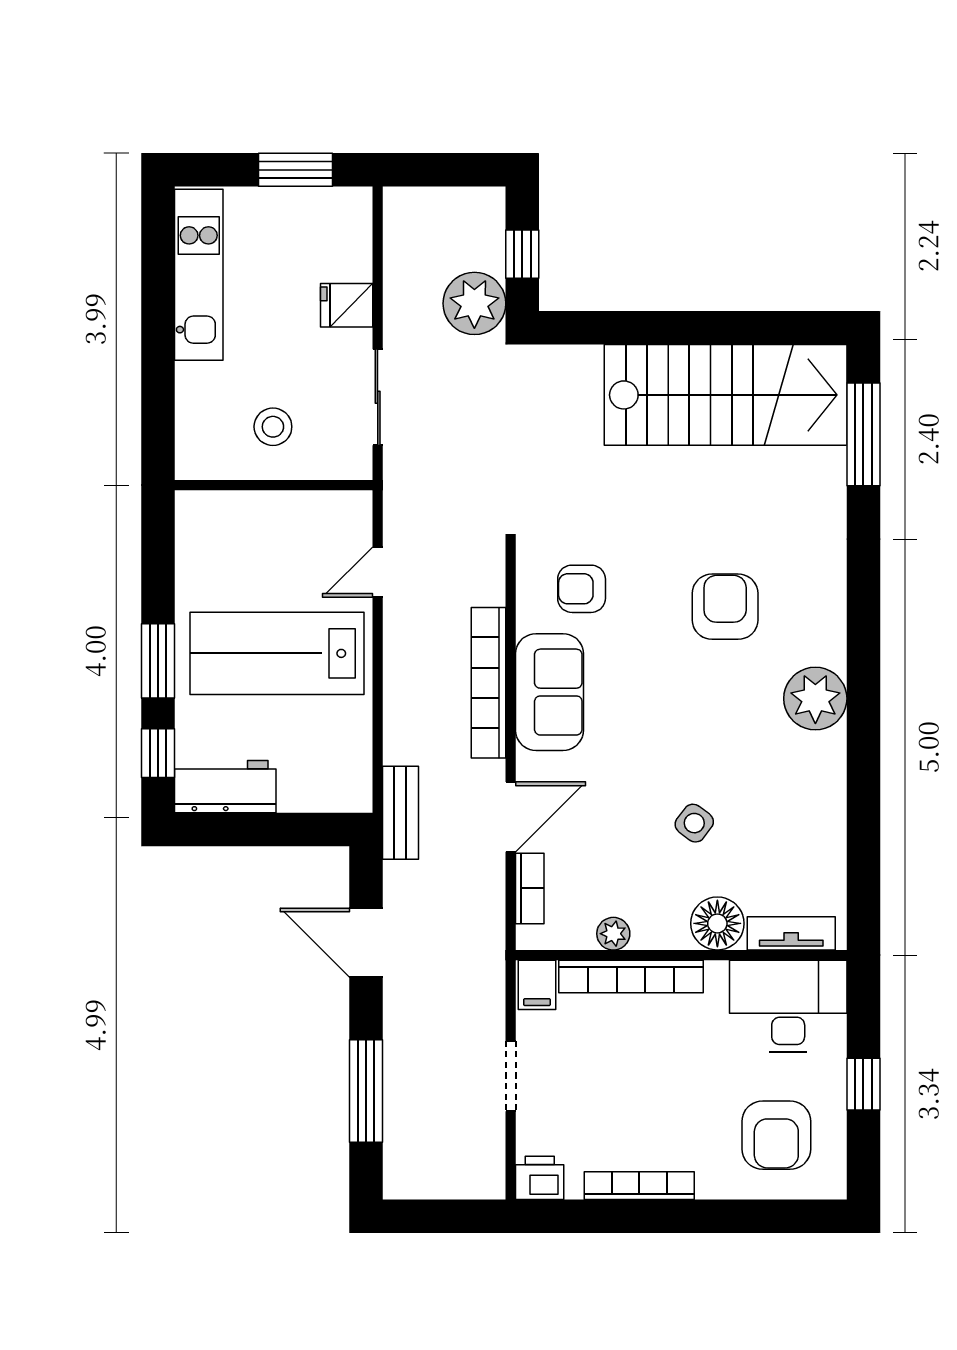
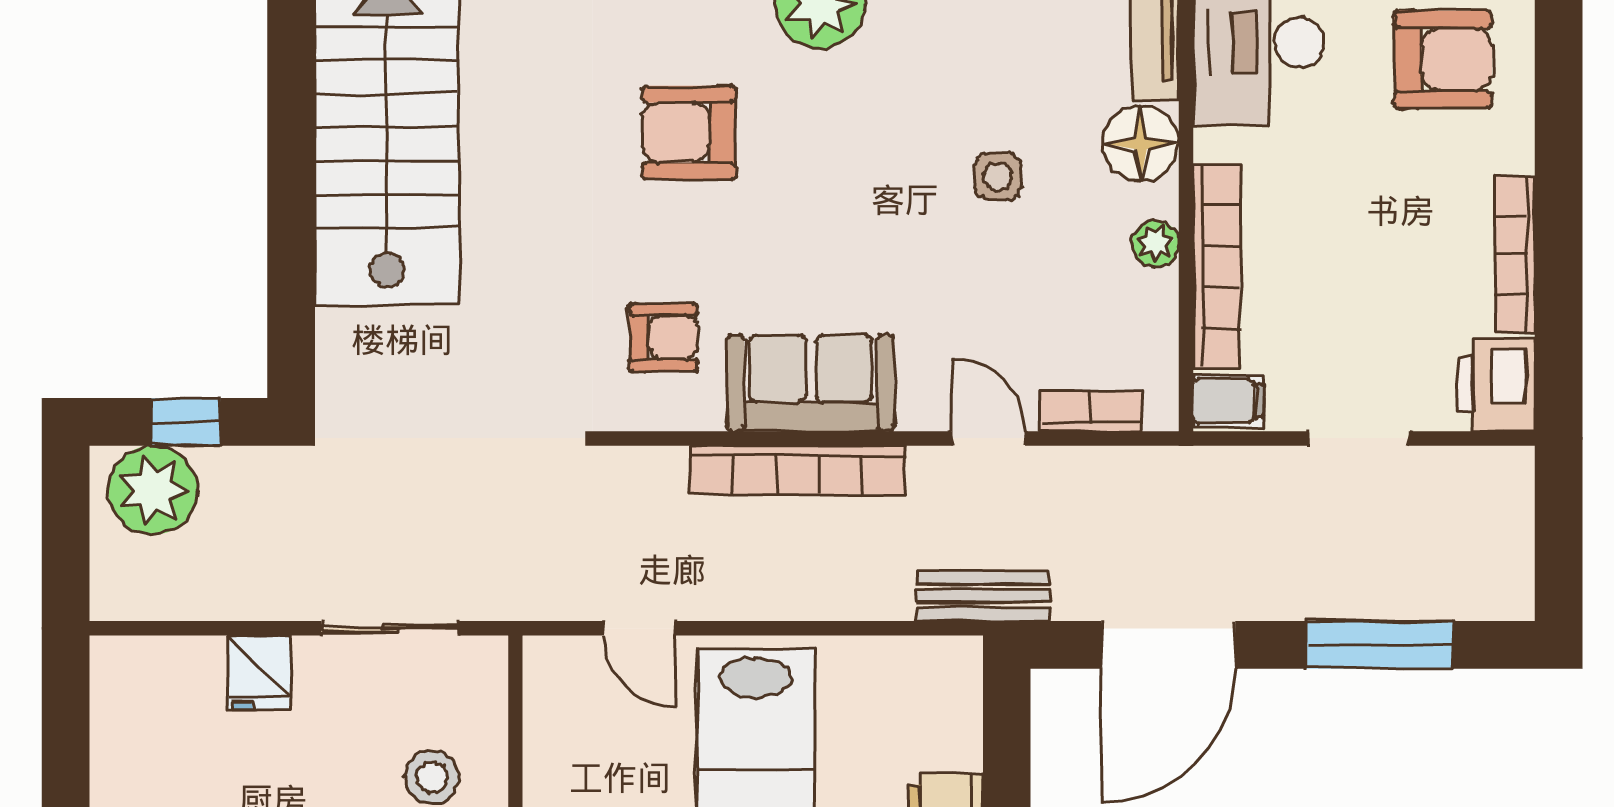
window: (295, 170) -> (66, 745), removed
plant: (474, 303) -> (153, 490), moved
armchair: (582, 589) -> (663, 337), turned -90
door: (511, 817) -> (989, 438), width x0.73
side table: (694, 823) -> (998, 176), turned -37
plant: (613, 934) -> (1155, 244), moved
door: (366, 943) -> (1168, 645), width x1.36
printer: (540, 1178) -> (1496, 385), width x1.36, depth x1.24

